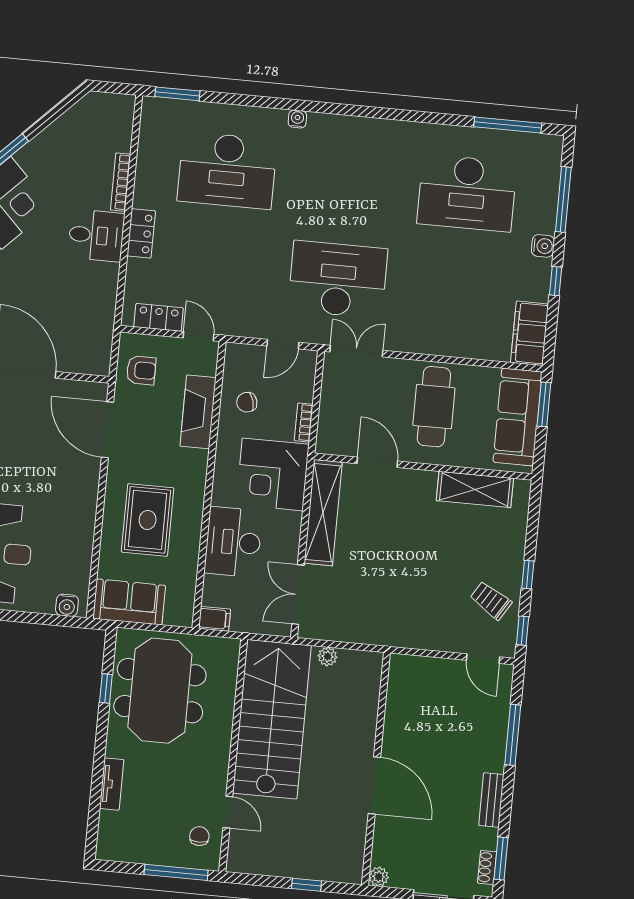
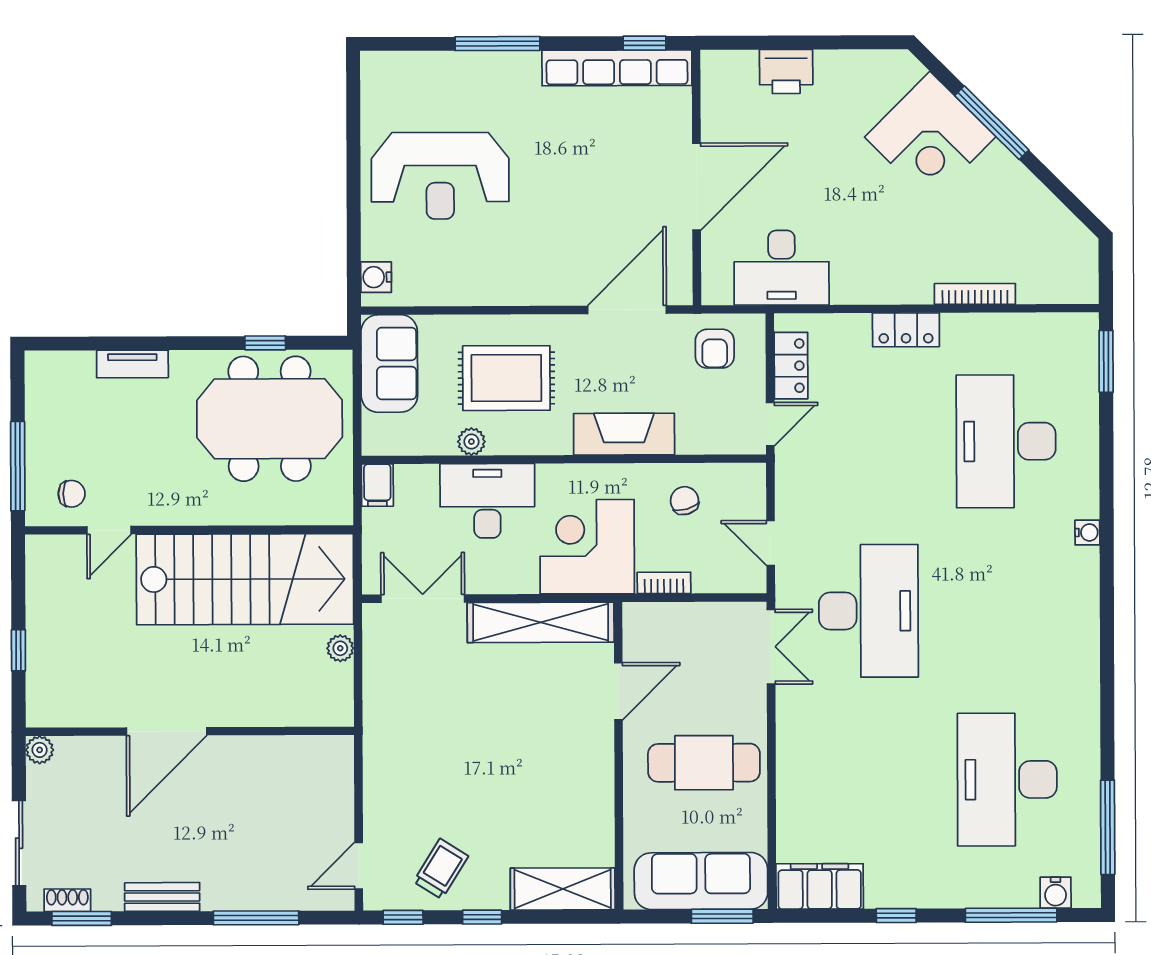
desk: (96, 235) -> (782, 268), moved, width x1.37
water cooler: (543, 246) -> (1056, 893), moved
fireplace: (198, 412) -> (624, 434), moved
shelving: (475, 489) -> (563, 889), moved, turned 90
plant: (190, 549) -> (471, 442), added

